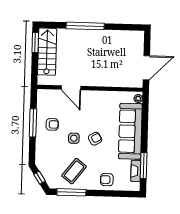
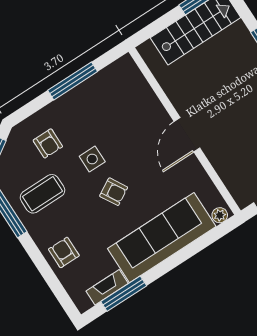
door: (71, 88) -> (187, 135), moved
armchair: (52, 124) -> (48, 143), moved
coffee table: (74, 171) -> (42, 194), turned -38

